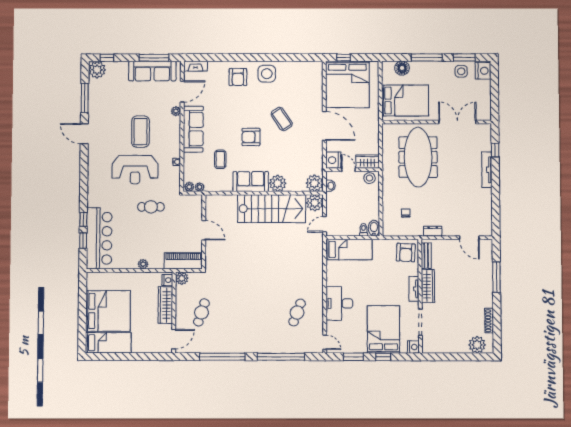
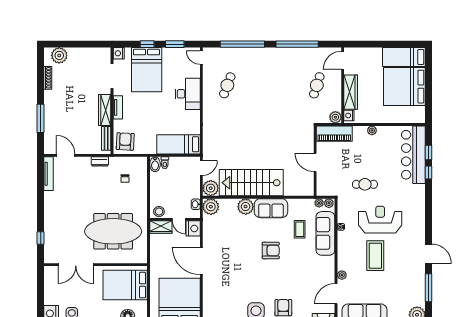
coffee table: (282, 119) -> (242, 268), removed
sofa: (193, 129) -> (325, 233), moved
meeting table: (418, 157) -> (113, 231), turned 90
tv unit: (487, 170) -> (48, 174), moved

